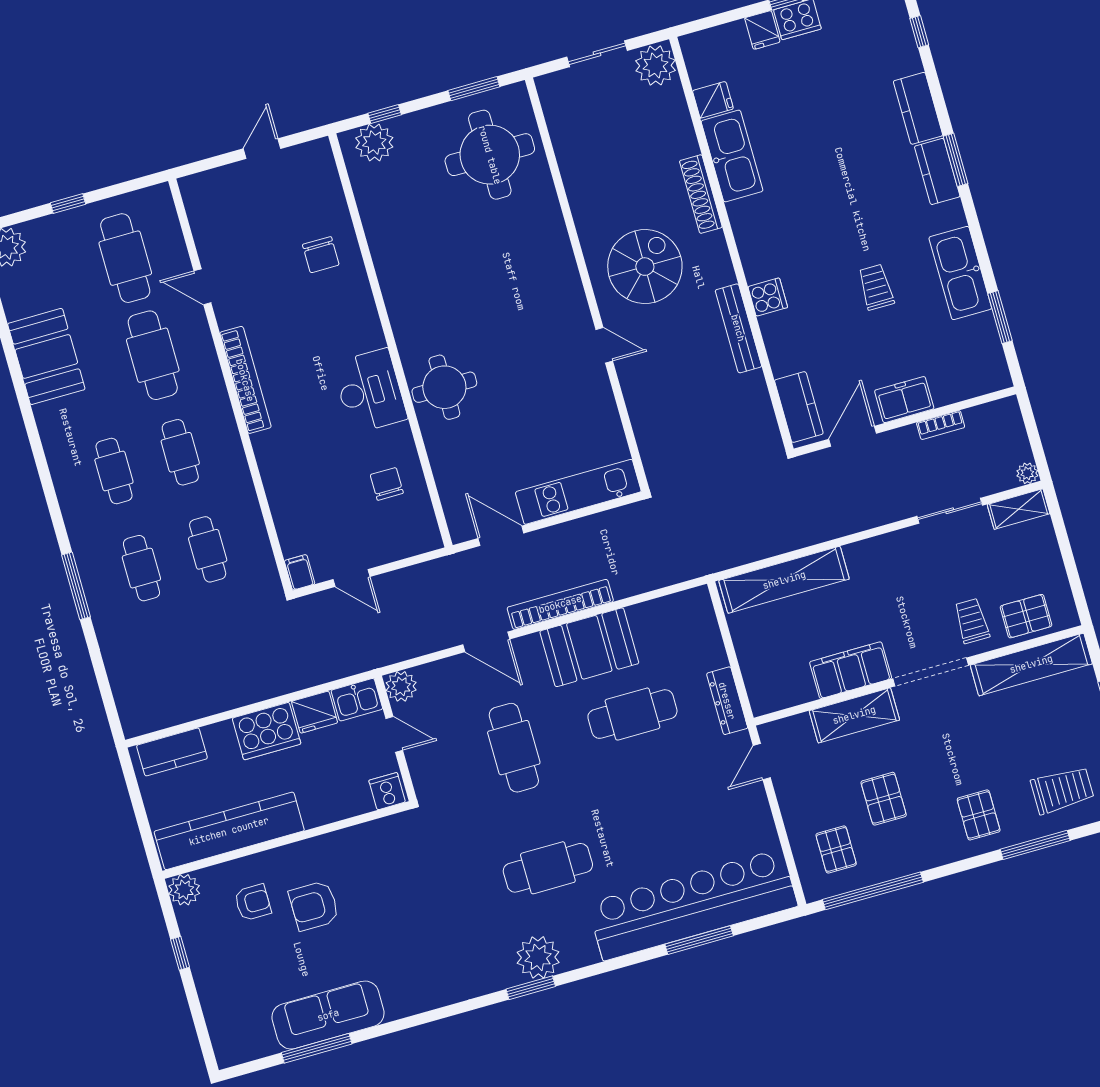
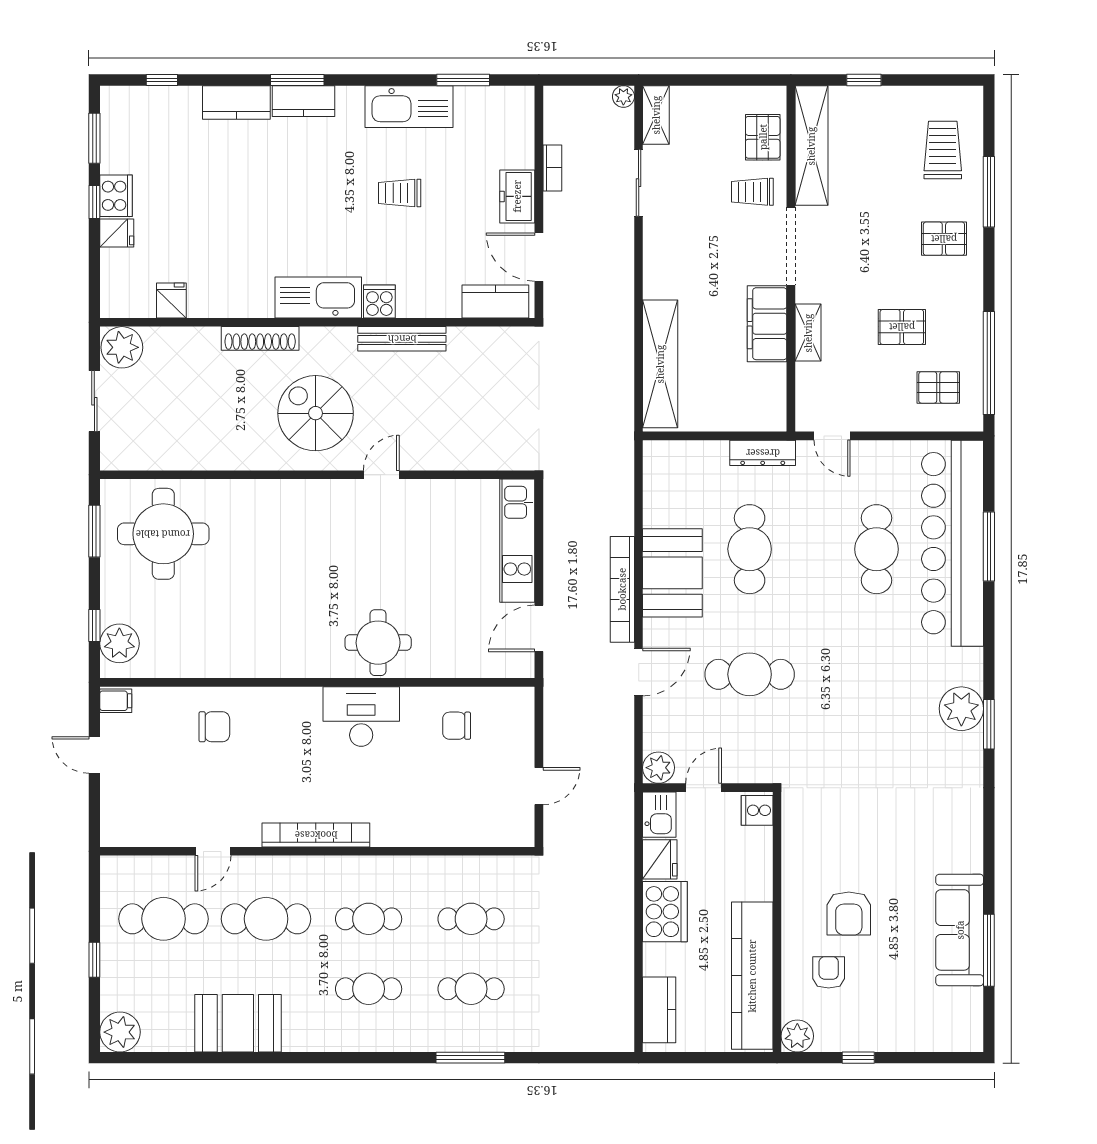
kitchen sink: (732, 156) -> (318, 297), moved
filing cabinet: (300, 572) -> (116, 701), moved, turned 180
shelving: (854, 715) -> (808, 333), width x0.67, depth x0.75
cafe table: (548, 868) -> (877, 549), moved

